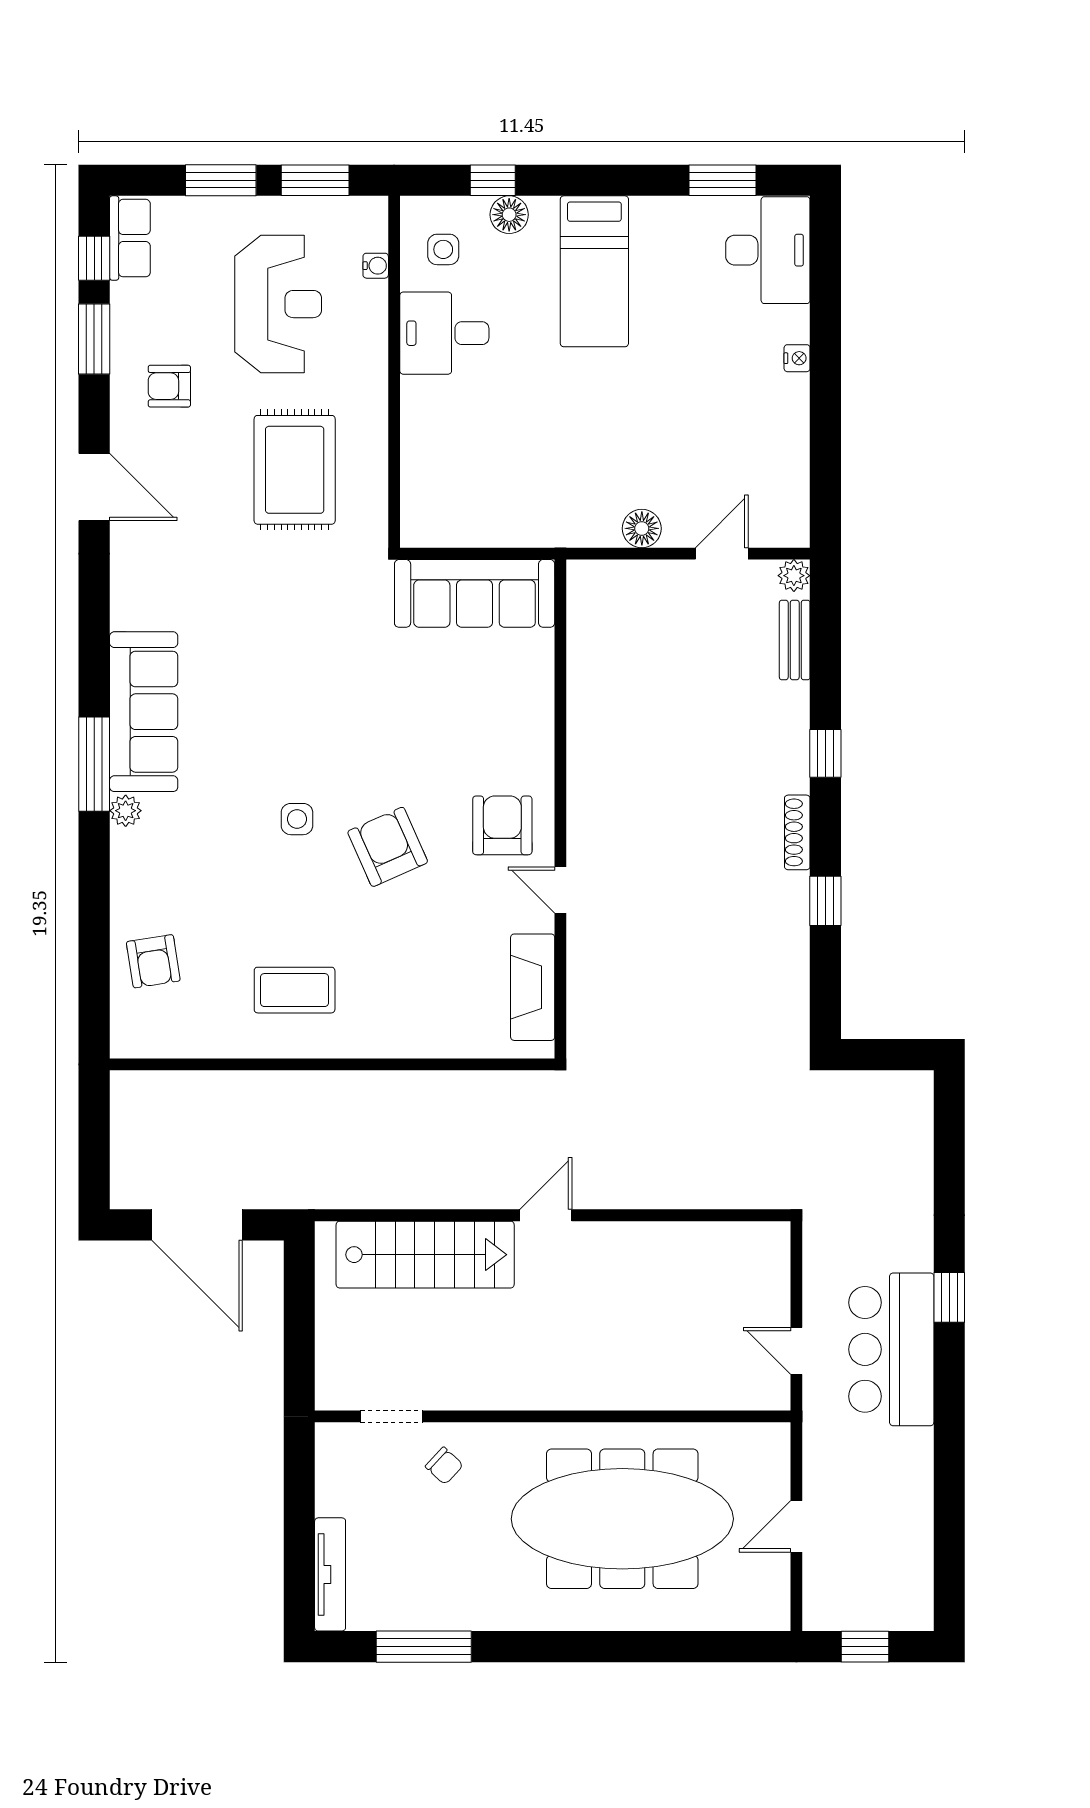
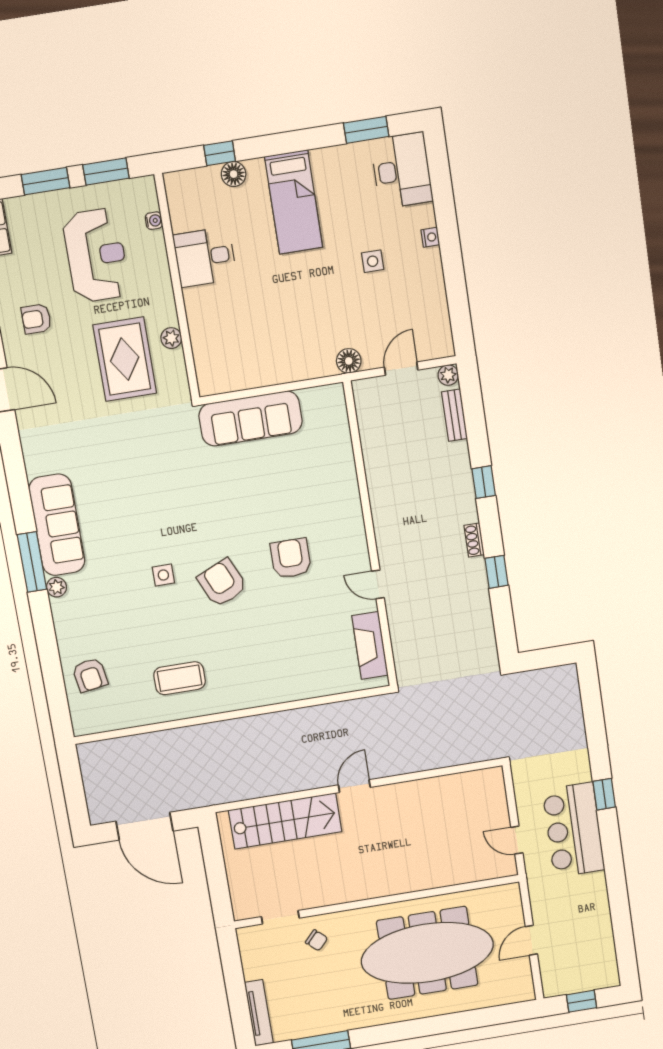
side table: (443, 249) -> (373, 261), moved
plant: (372, 449) -> (171, 338), added
wall: (560, 809) -> (370, 535), moved
shoe rack: (797, 832) -> (474, 540), width x0.70
door: (560, 890) -> (378, 584), moved
fireplace: (533, 987) -> (370, 645), moved

